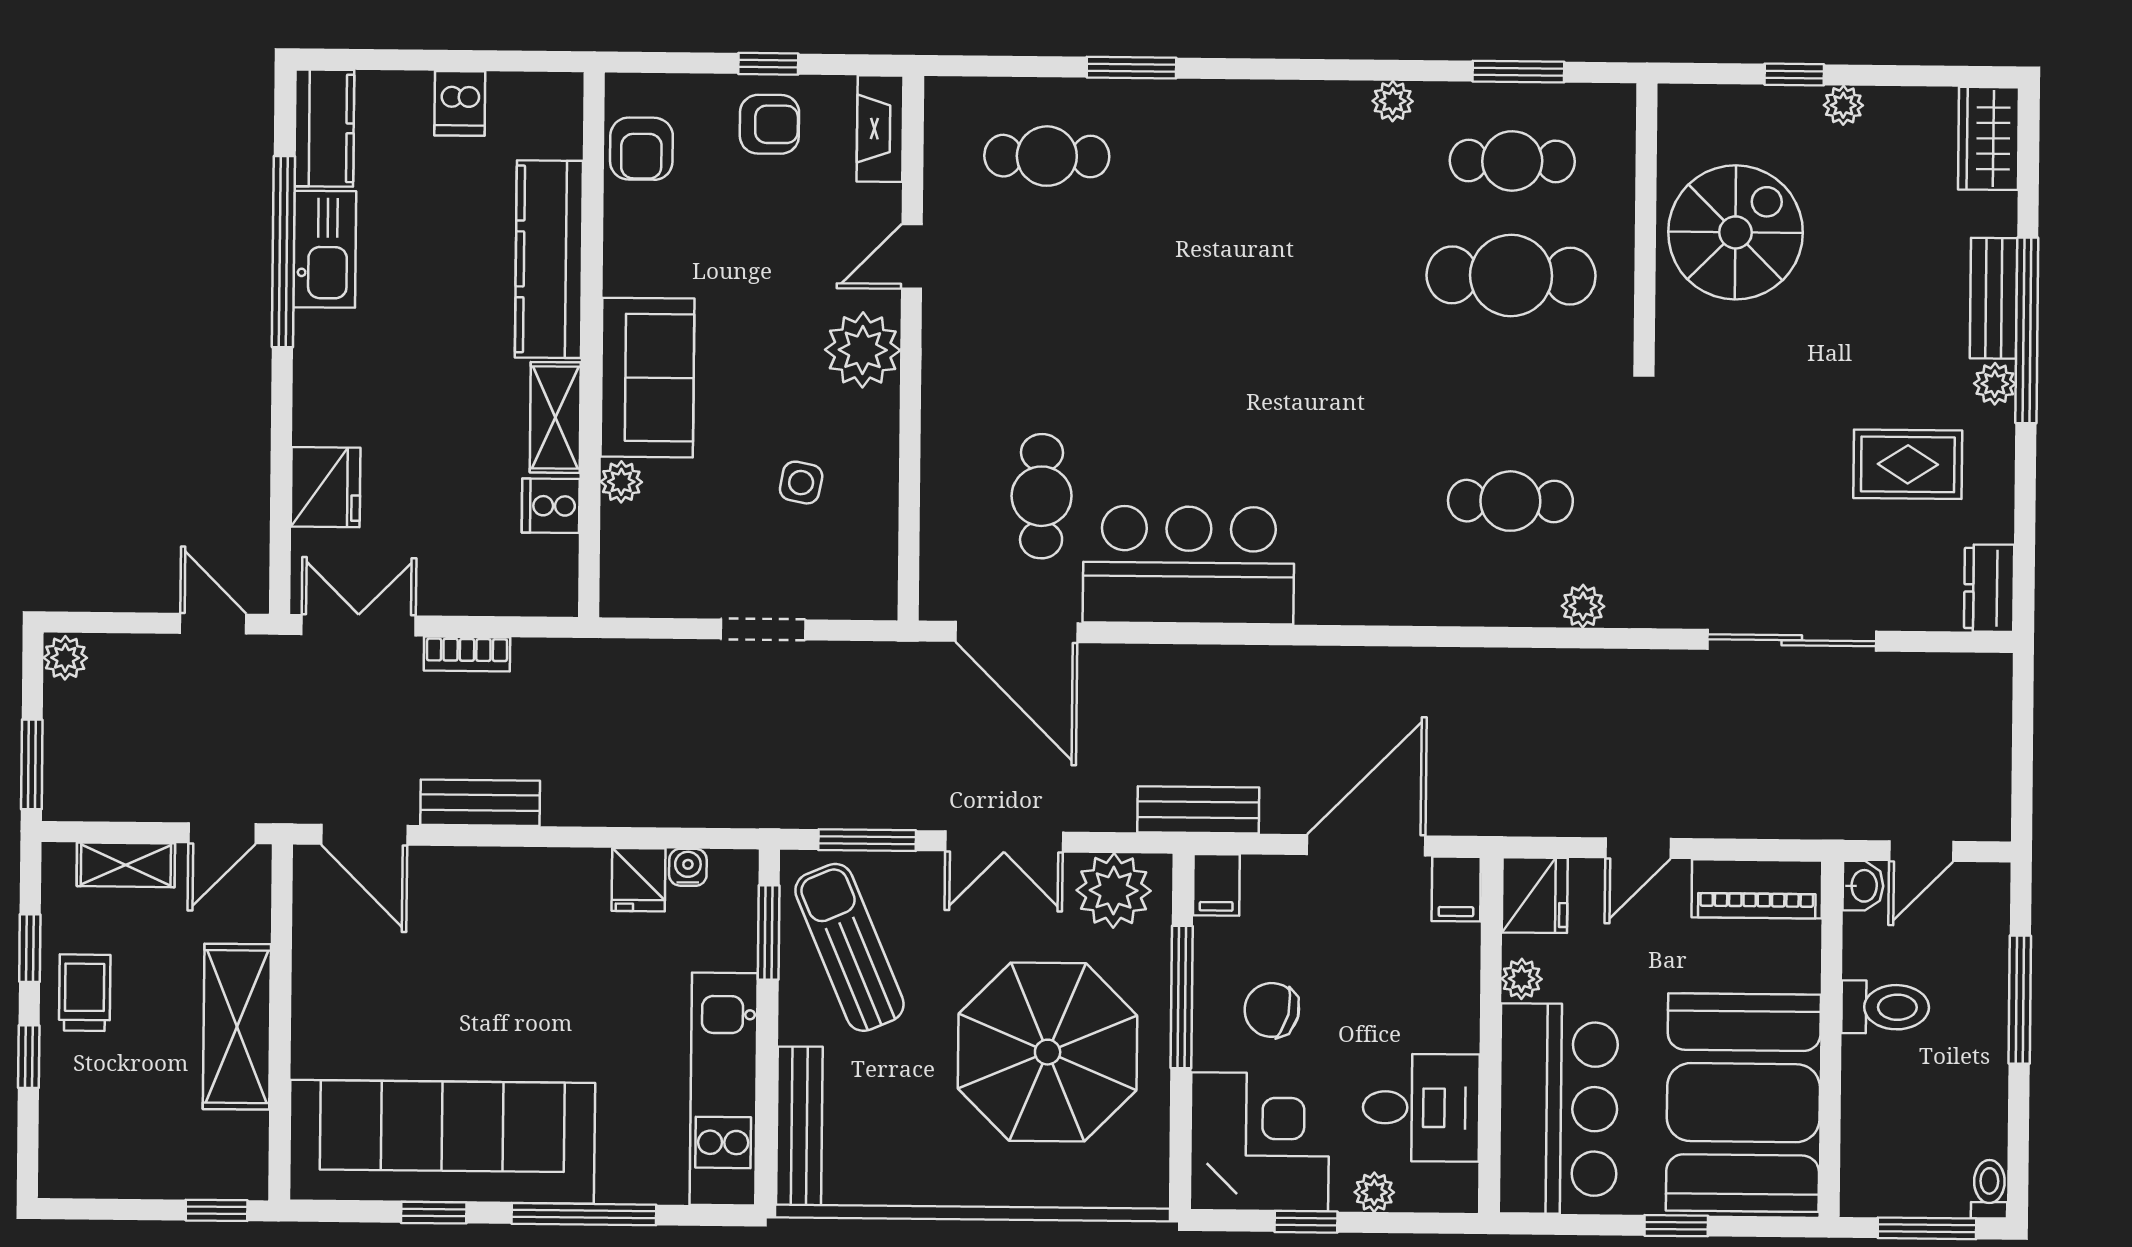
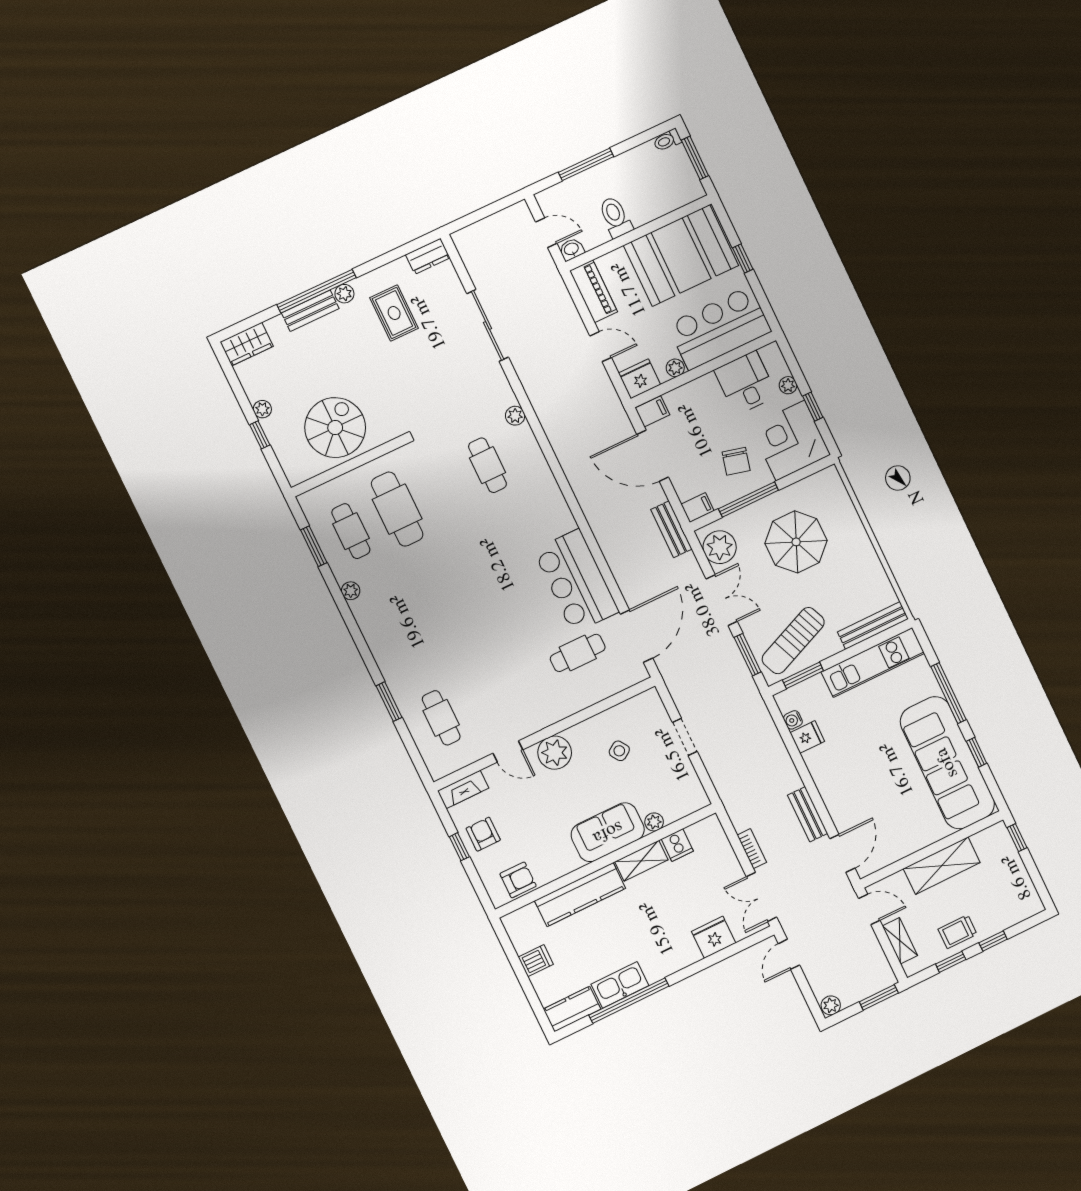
spiral stairs: (1736, 232) -> (335, 428), turned 90
side table: (801, 483) -> (619, 751), turned 45
parasol: (1048, 1052) -> (796, 542), width x0.73, depth x0.73

